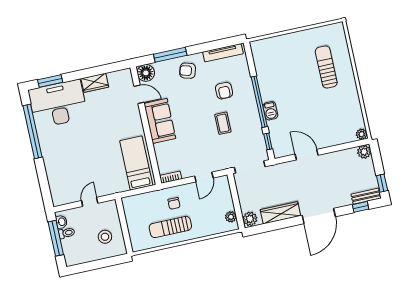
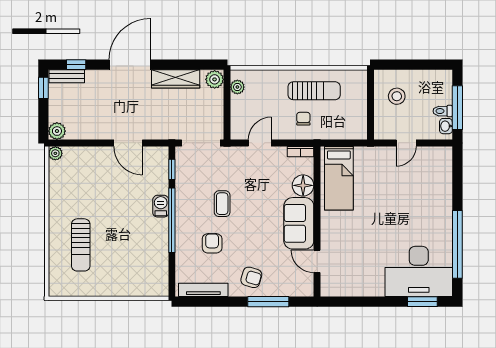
floor lamp: (146, 73) -> (303, 185), moved
wardrobe: (95, 83) -> (368, 287), removed

